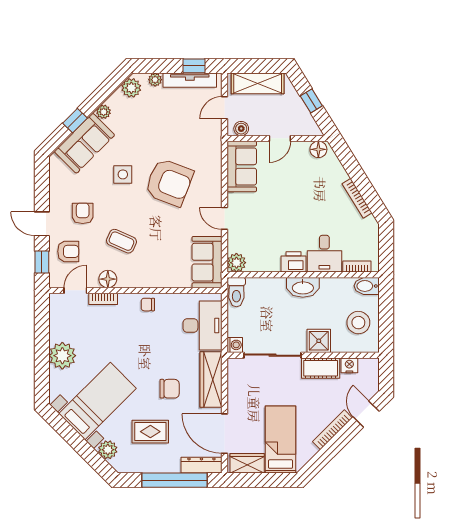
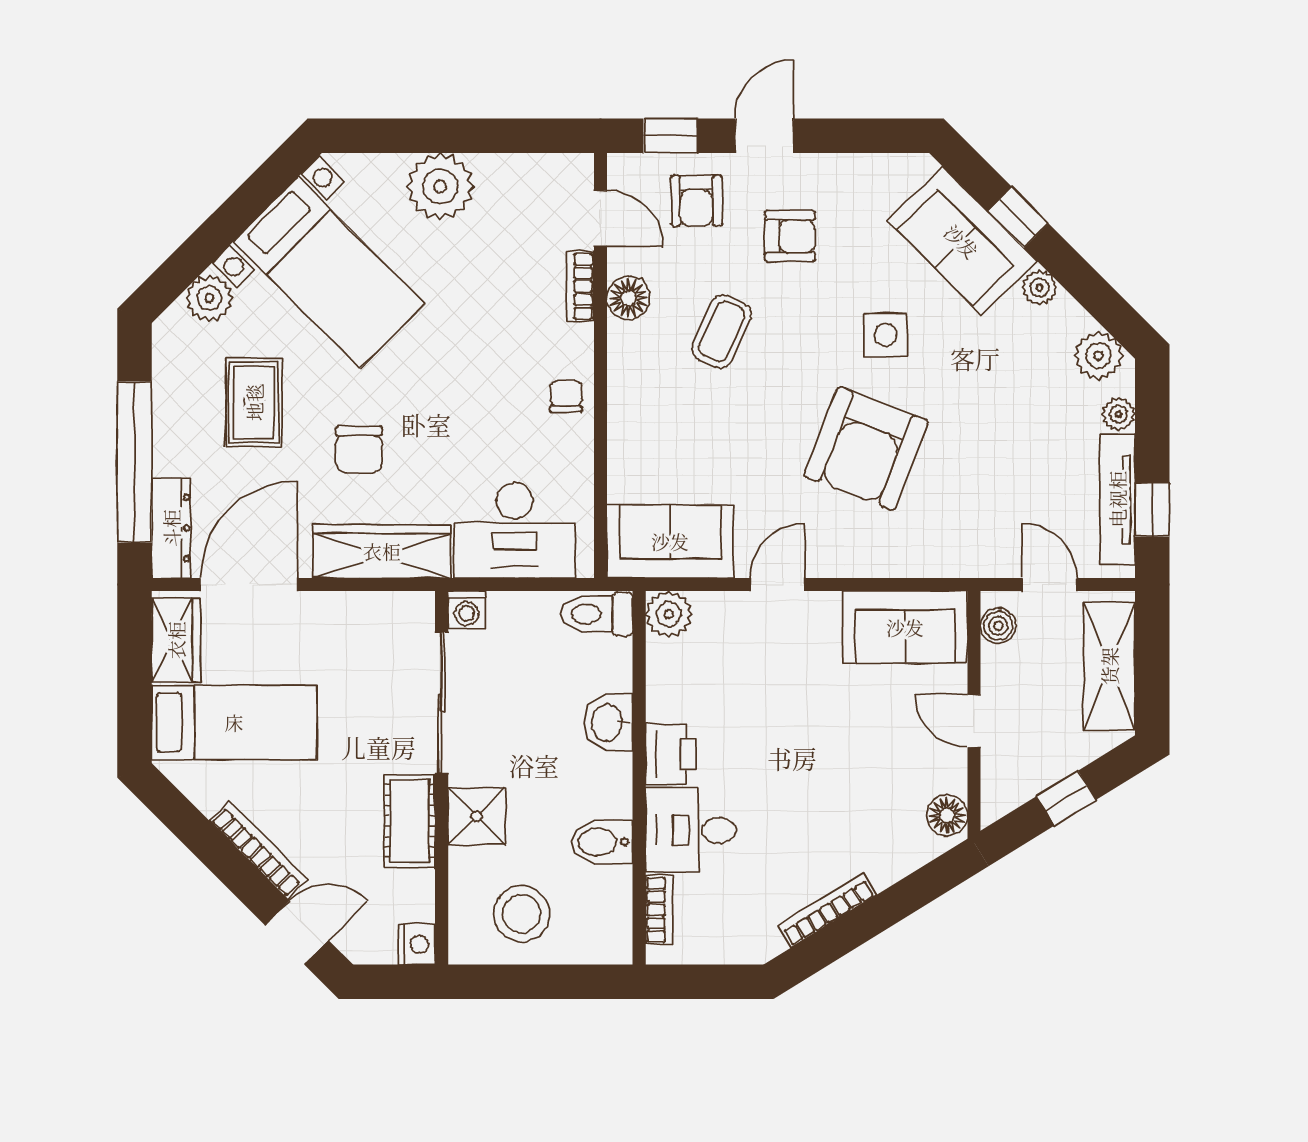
bidet: (367, 286) -> (602, 842), moved, turned -90
washbasin: (303, 287) -> (608, 723), moved, width x0.72
nightstand: (349, 365) -> (416, 944), moved

